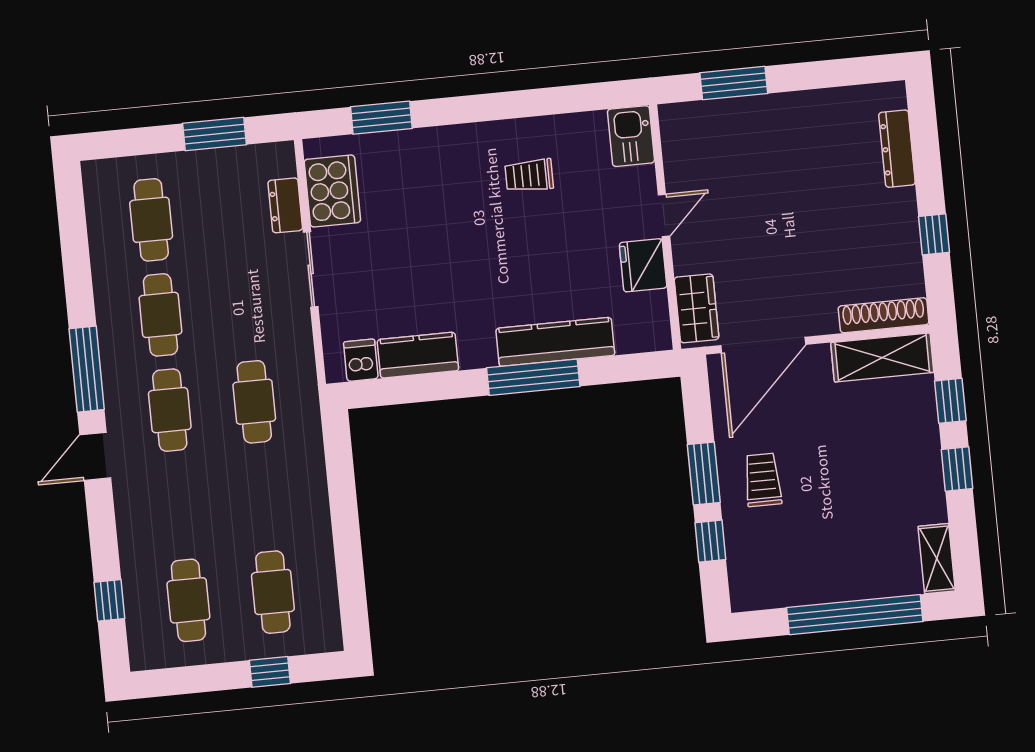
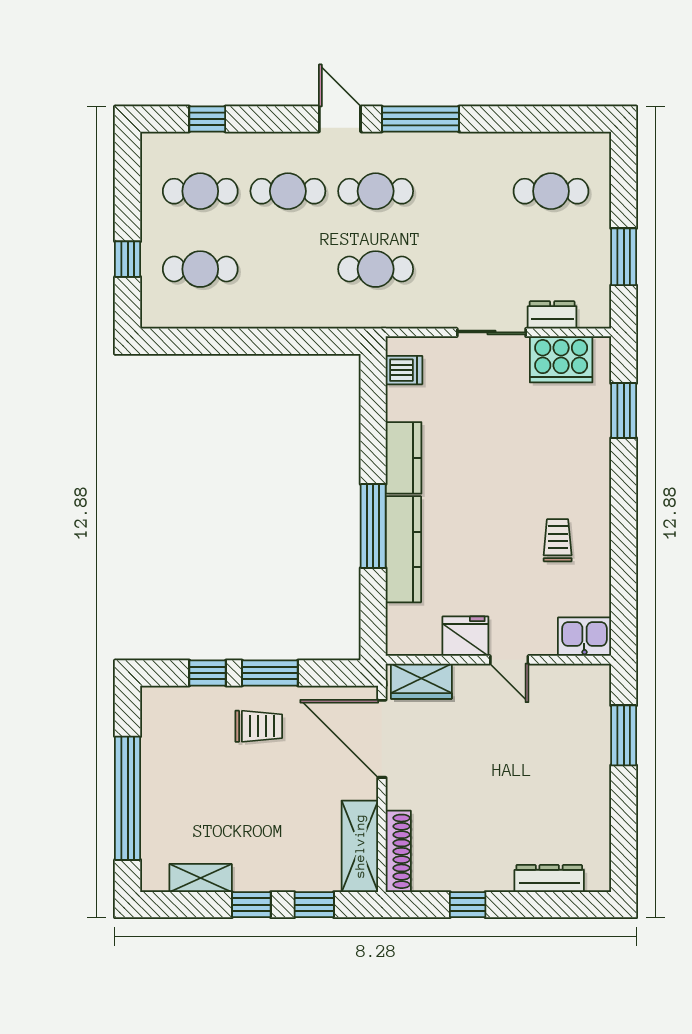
cafe table: (160, 315) -> (288, 191), moved
kitchen counter: (418, 355) -> (404, 458), moved
shelving: (937, 559) -> (201, 878), moved

